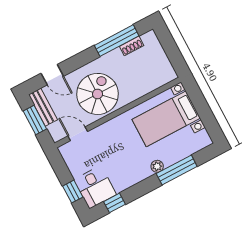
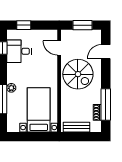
bench: (43, 107) -> (76, 127), moved
door: (78, 134) -> (59, 48), swing flipped
desk: (95, 187) -> (19, 51), moved

